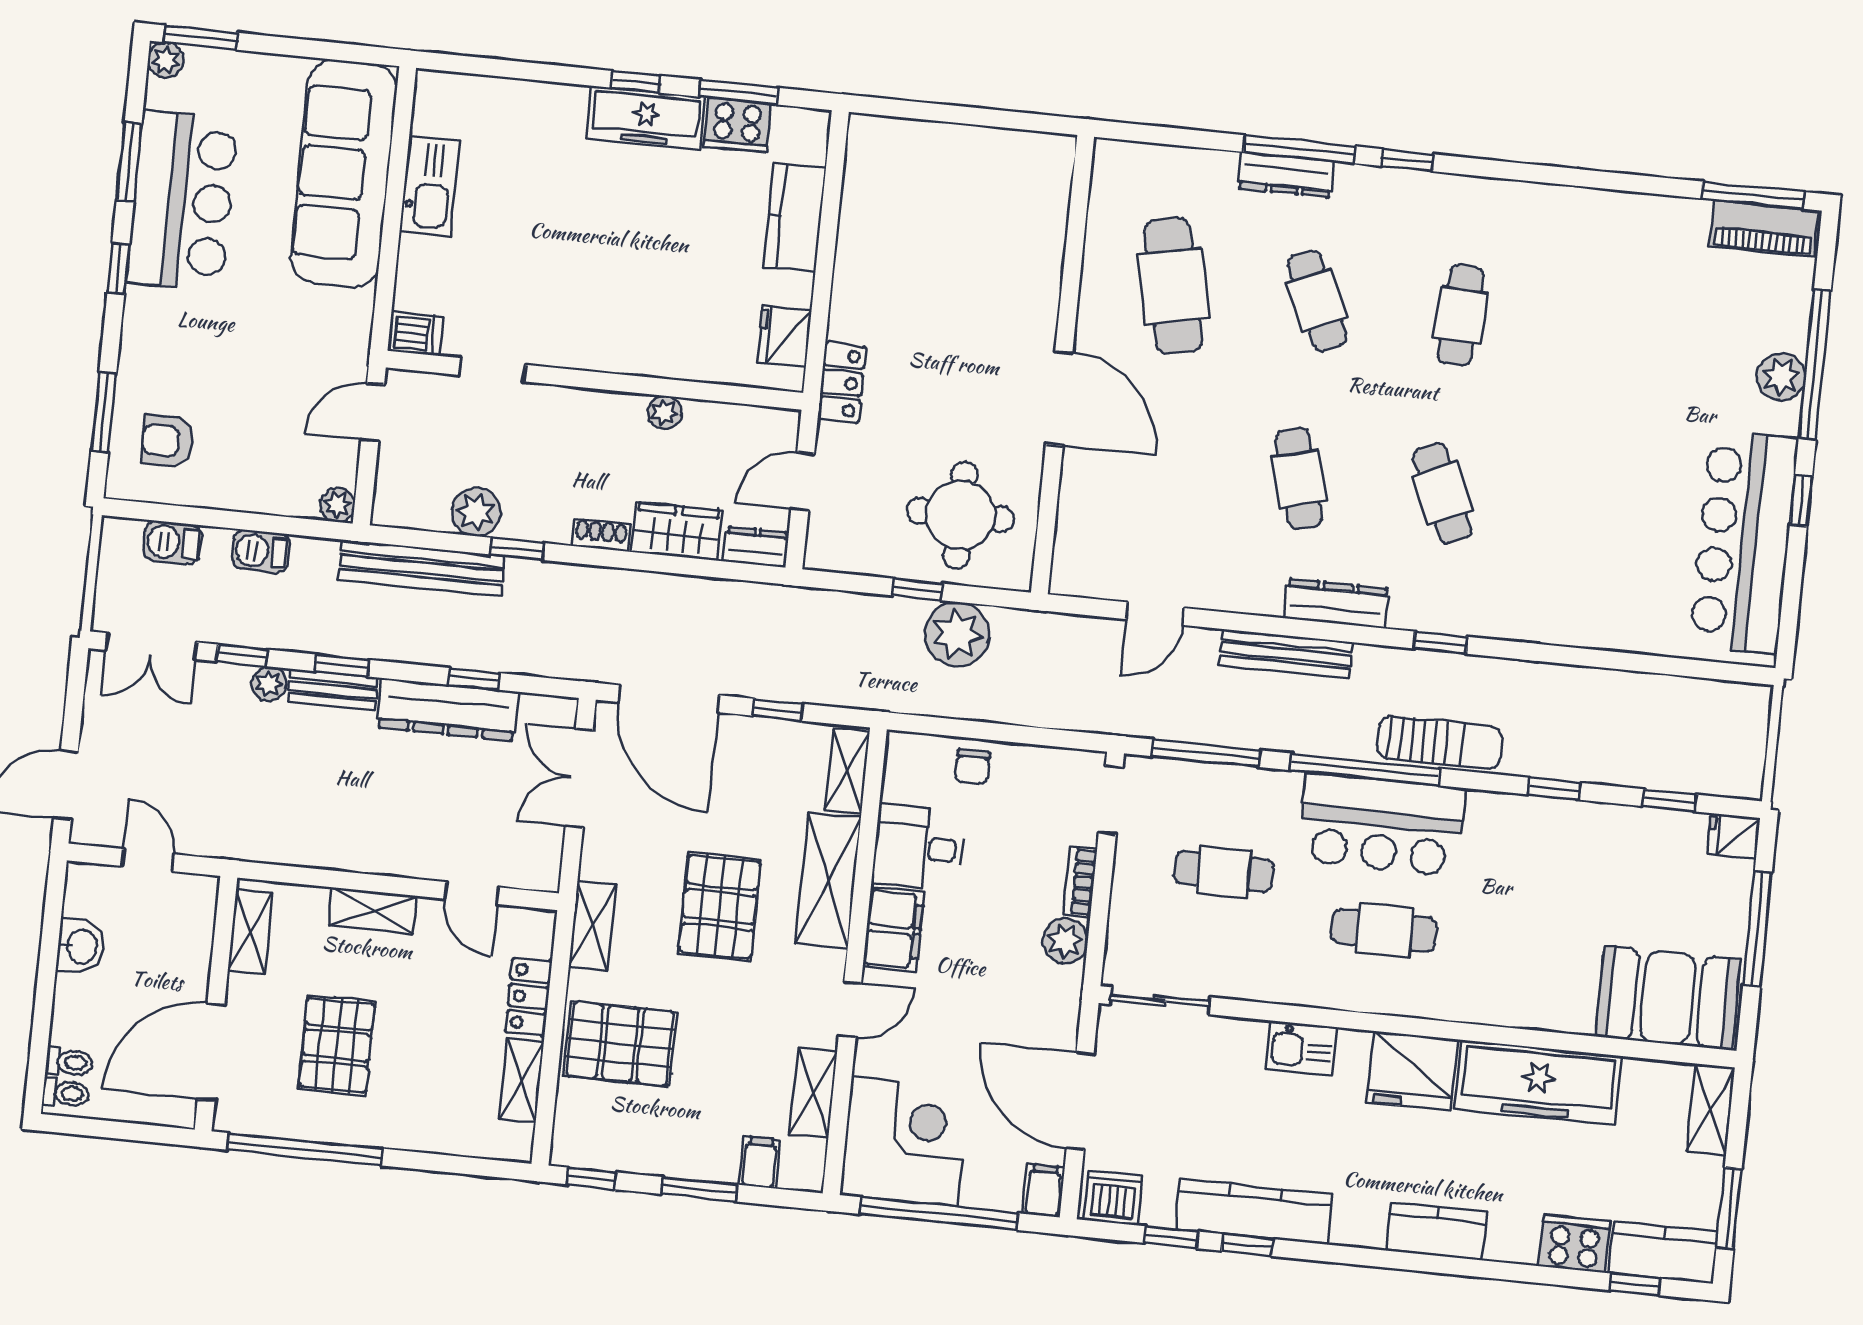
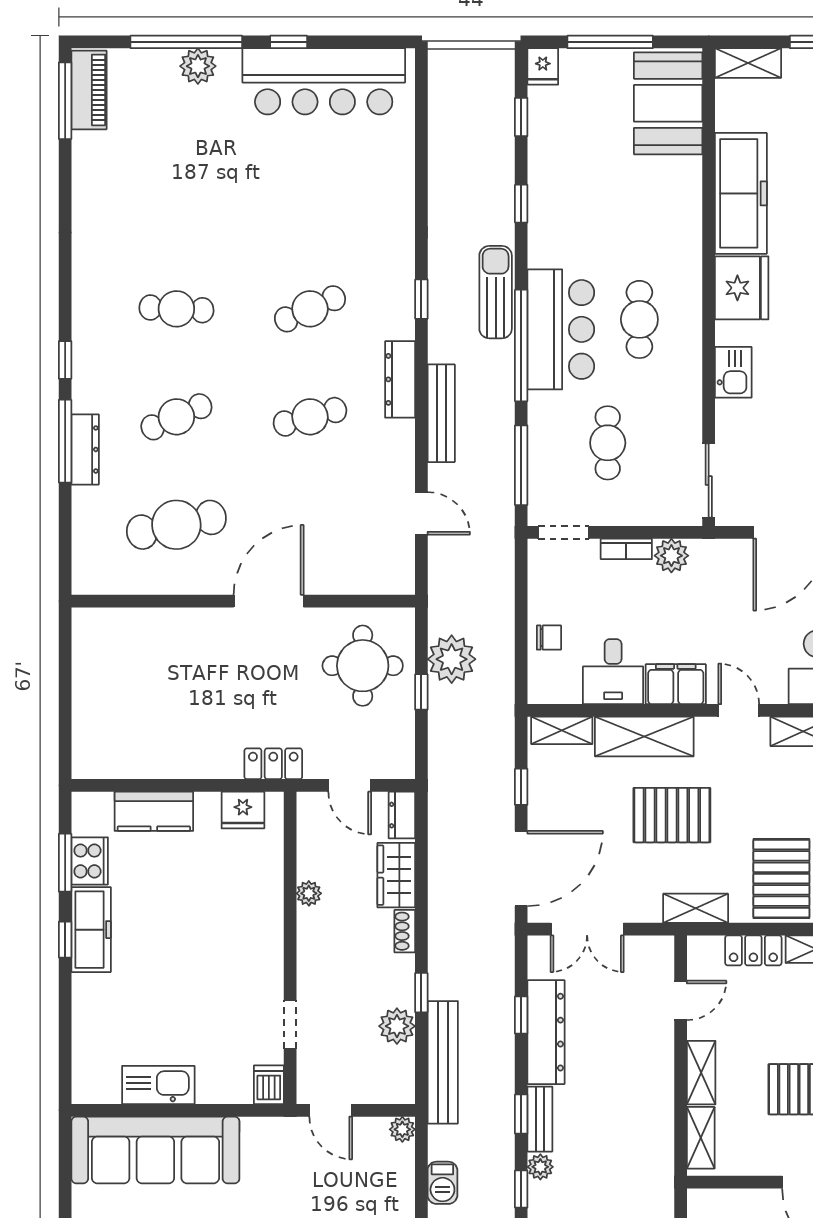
shelving: (250, 932) -> (701, 1138), moved, turned 90

